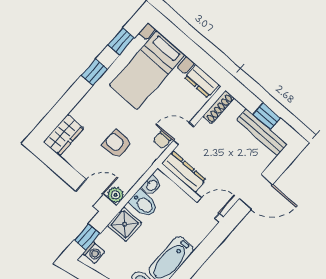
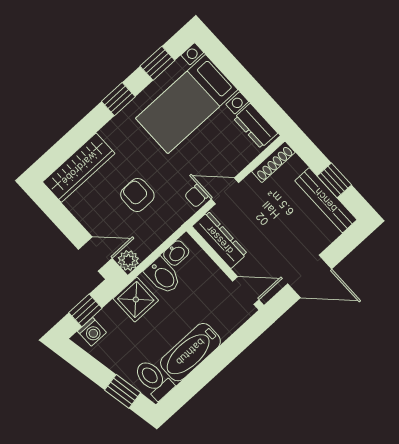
wardrobe: (64, 135) -> (79, 168), width x1.50

